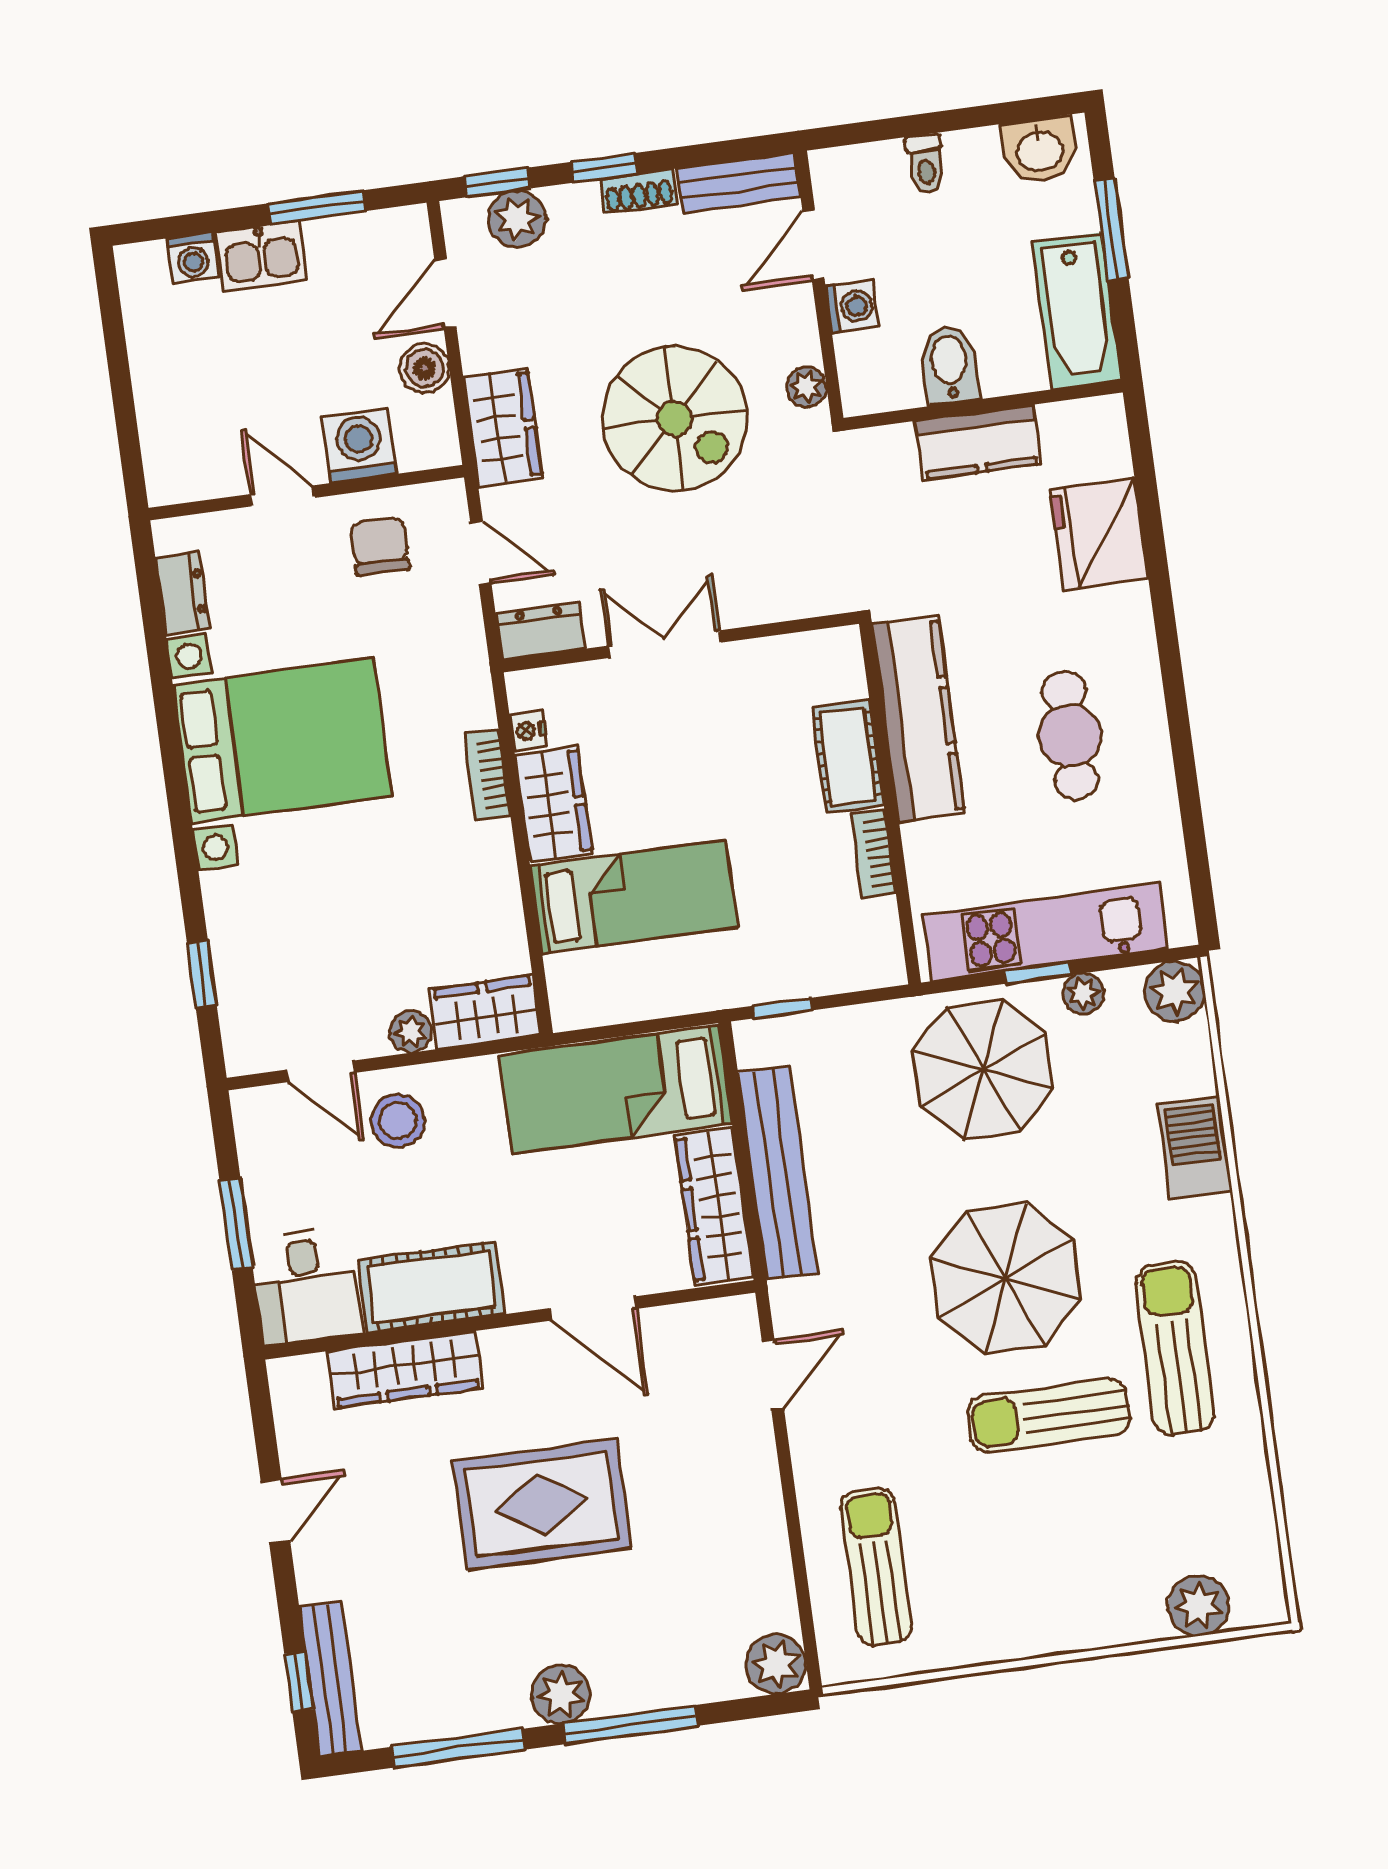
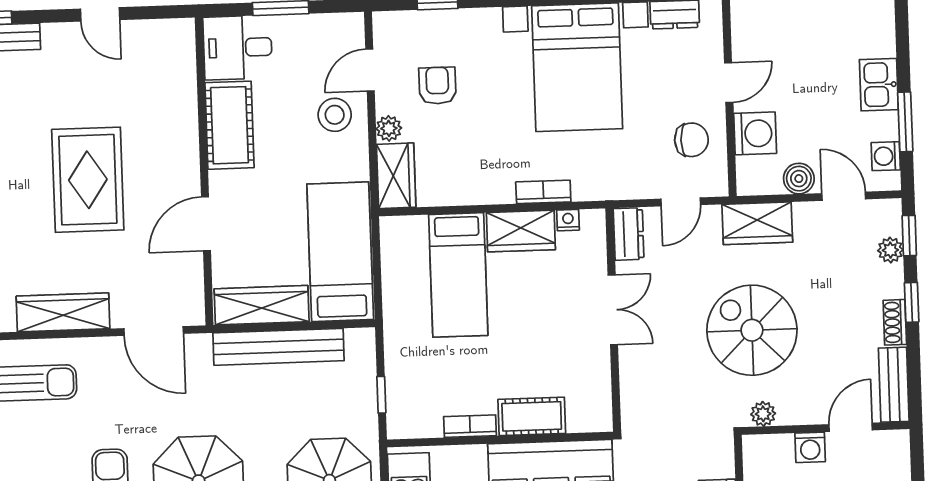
plant: (517, 219) -> (890, 250), width x0.73, depth x0.73
door: (813, 245) -> (851, 427), hinge flipped
washing machine: (193, 258) -> (886, 156), moved
spiral stairs: (674, 419) -> (752, 330), turned 90
armchair: (334, 961) -> (437, 86), added
window: (782, 1008) -> (381, 395), moved
wardrobe: (405, 1370) -> (63, 312), moved, turned 90
door: (773, 1375) -> (154, 331), width x1.38

